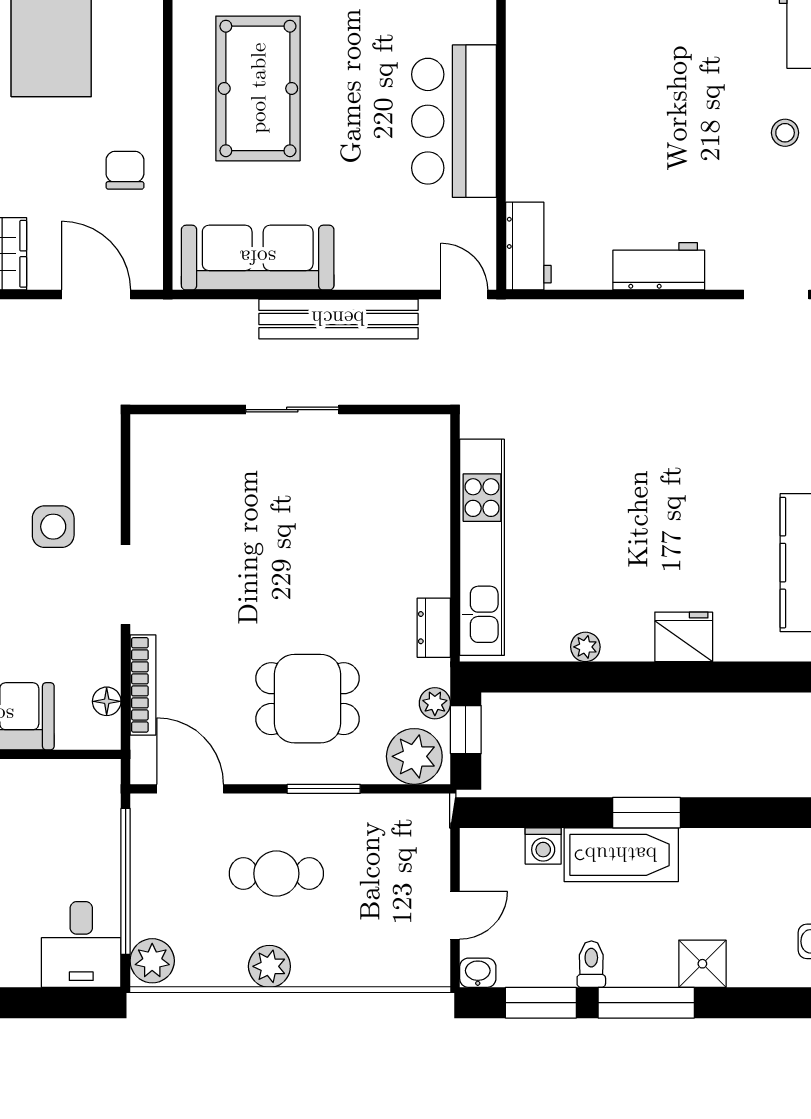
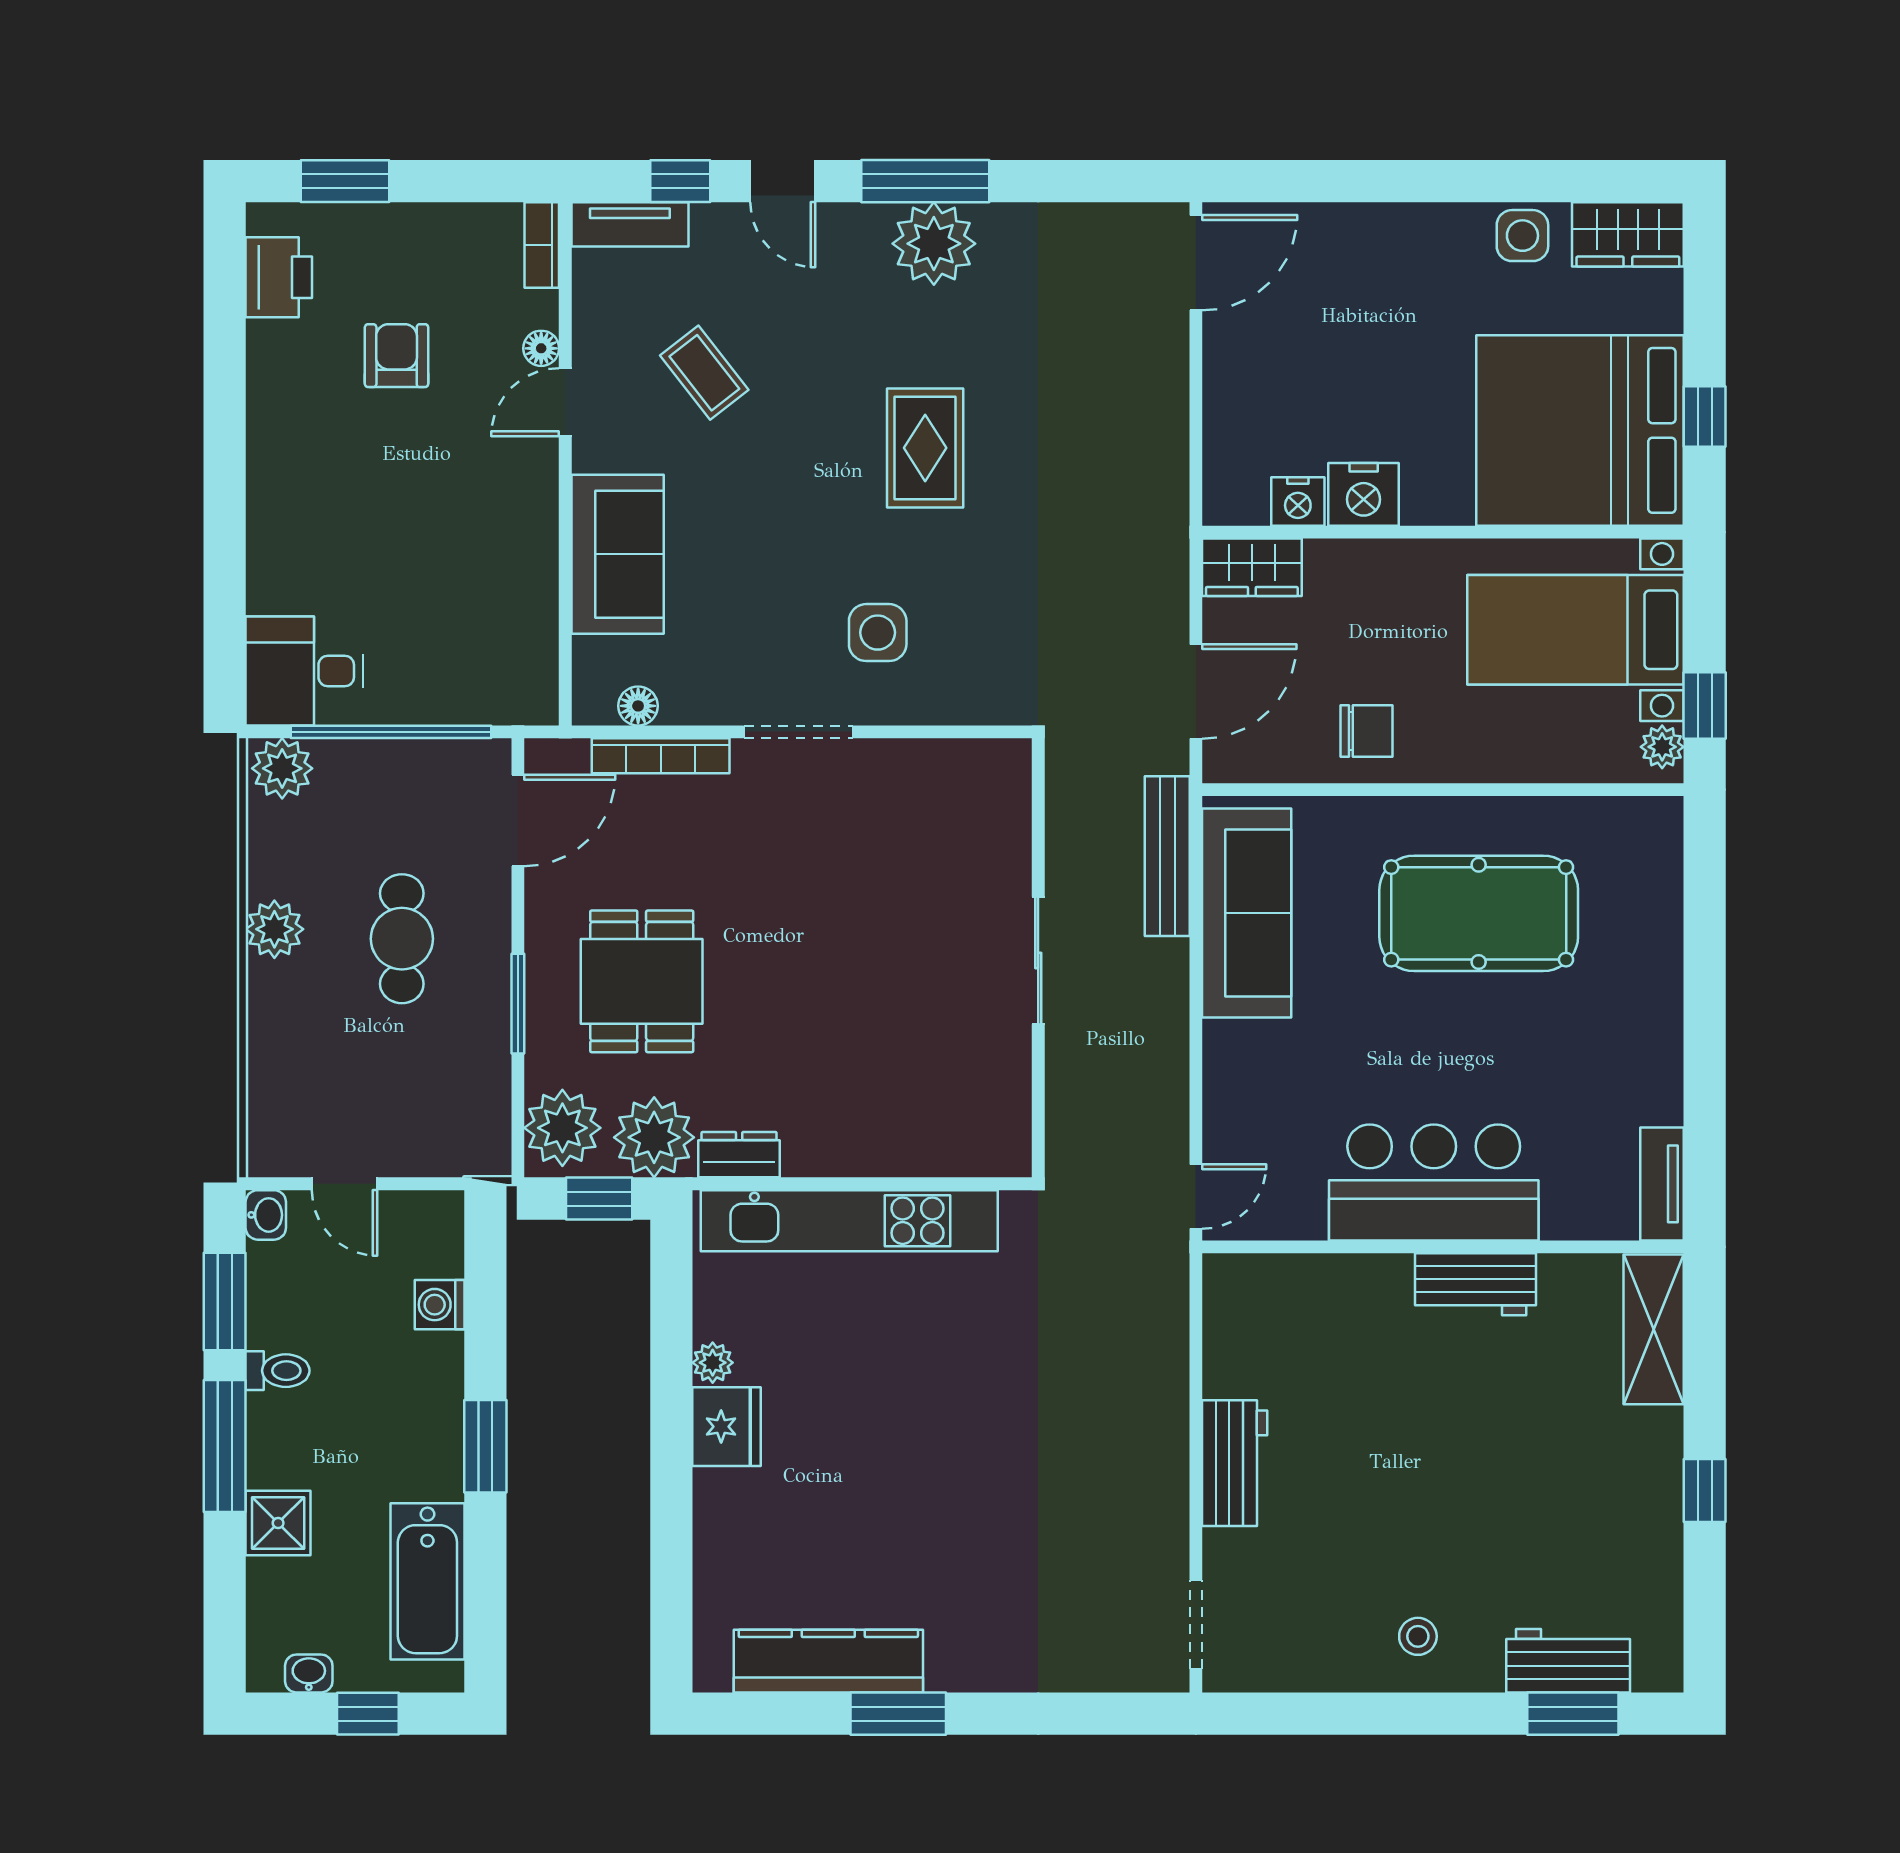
workbench: (528, 246) -> (1476, 1284), moved
bench: (338, 319) -> (1167, 856), moved, width x0.73, depth x0.82
fridge: (684, 637) -> (726, 1427), moved
plant: (435, 703) -> (654, 1137), width x1.87, depth x1.87
bathtub: (621, 855) -> (427, 1581), moved

